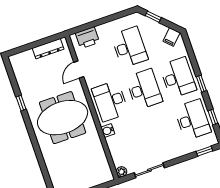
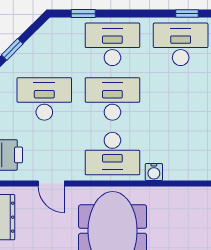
filing cabinet: (172, 37) -> (51, 33), removed
window: (201, 84) -> (83, 14), moved

